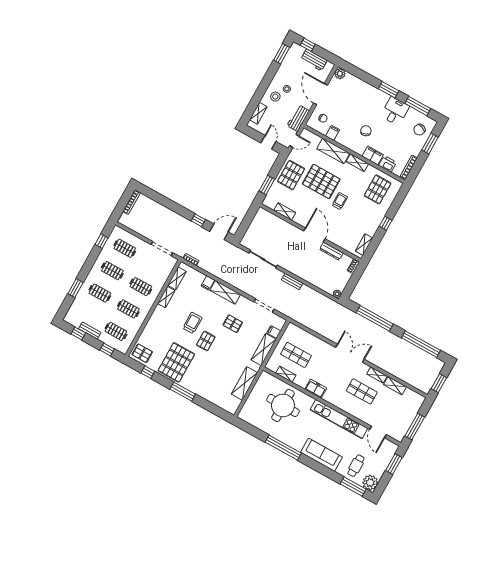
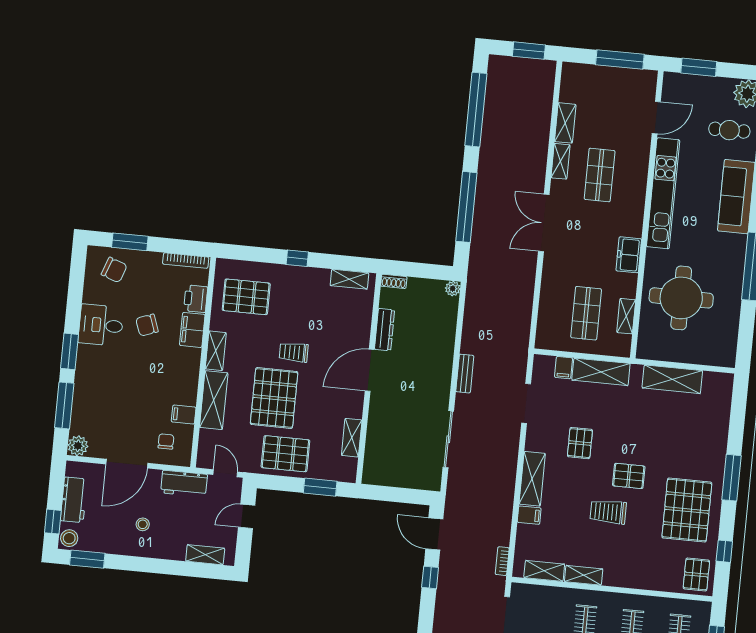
stool: (275, 97) -> (69, 538), moved
window: (418, 106) -> (64, 405), moved
chair: (366, 131) -> (147, 325), moved
pallet: (176, 362) -> (687, 510), turned 90

